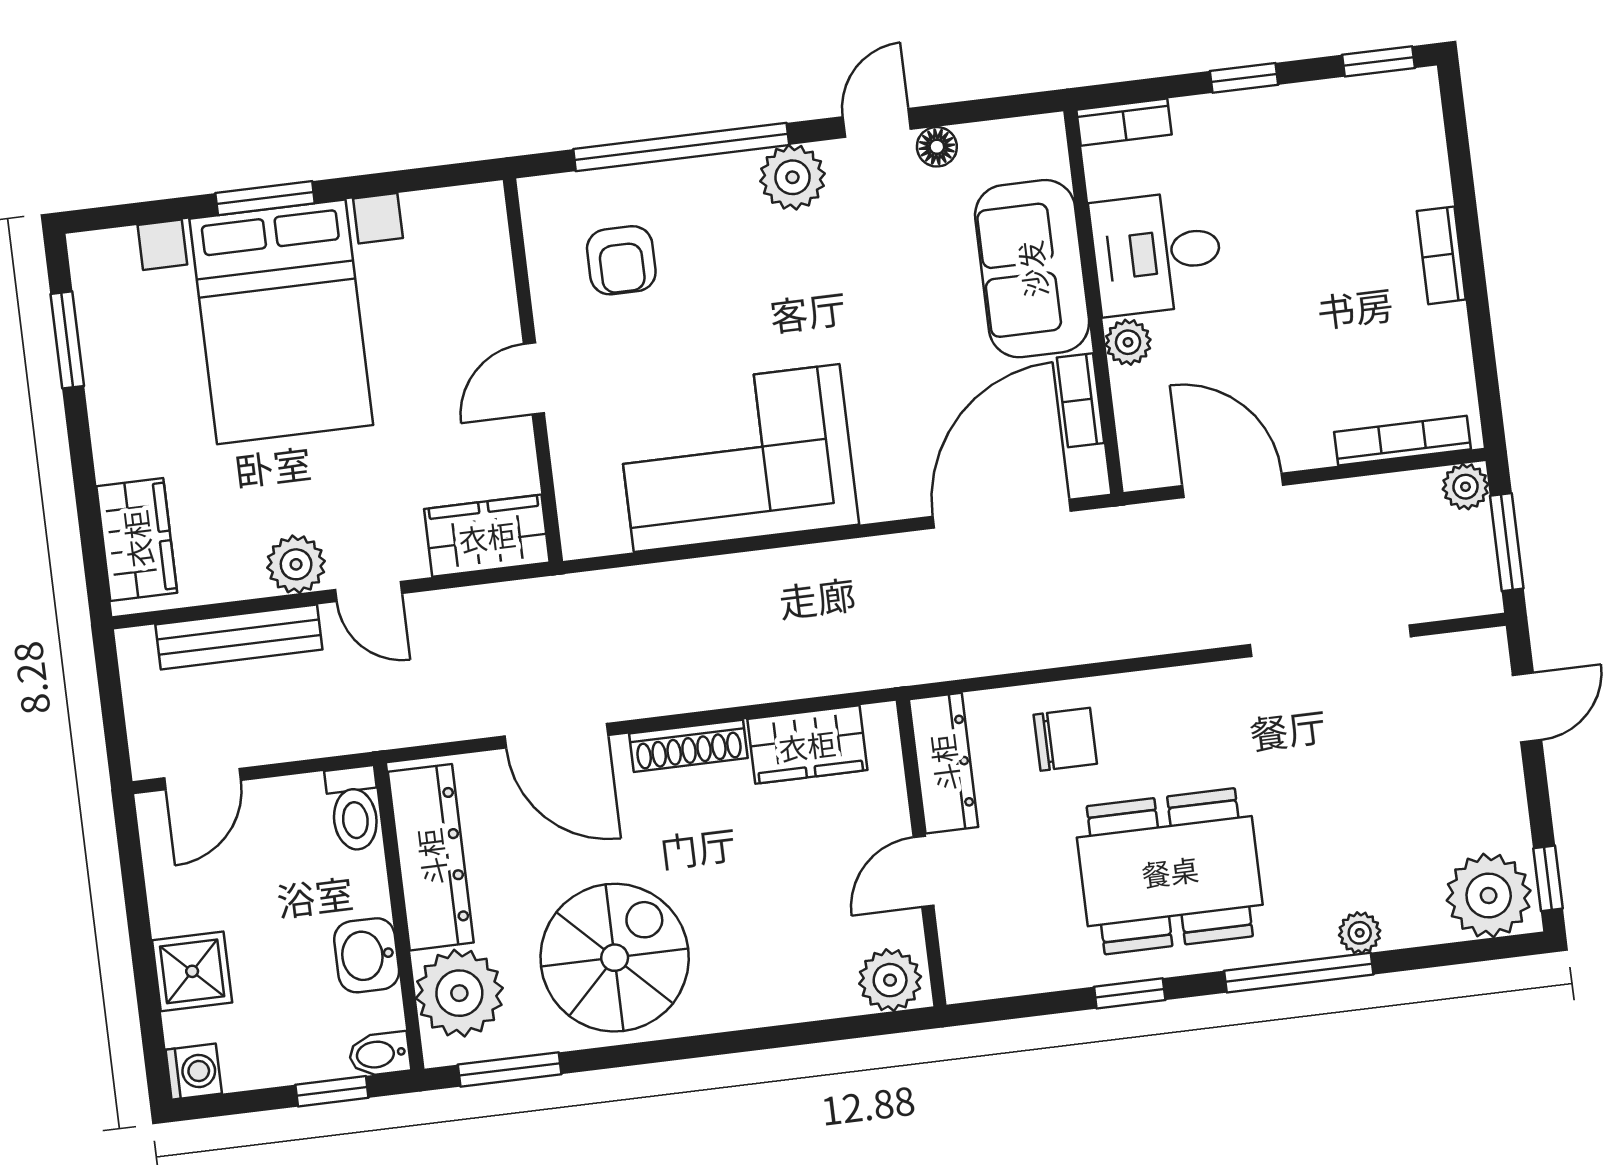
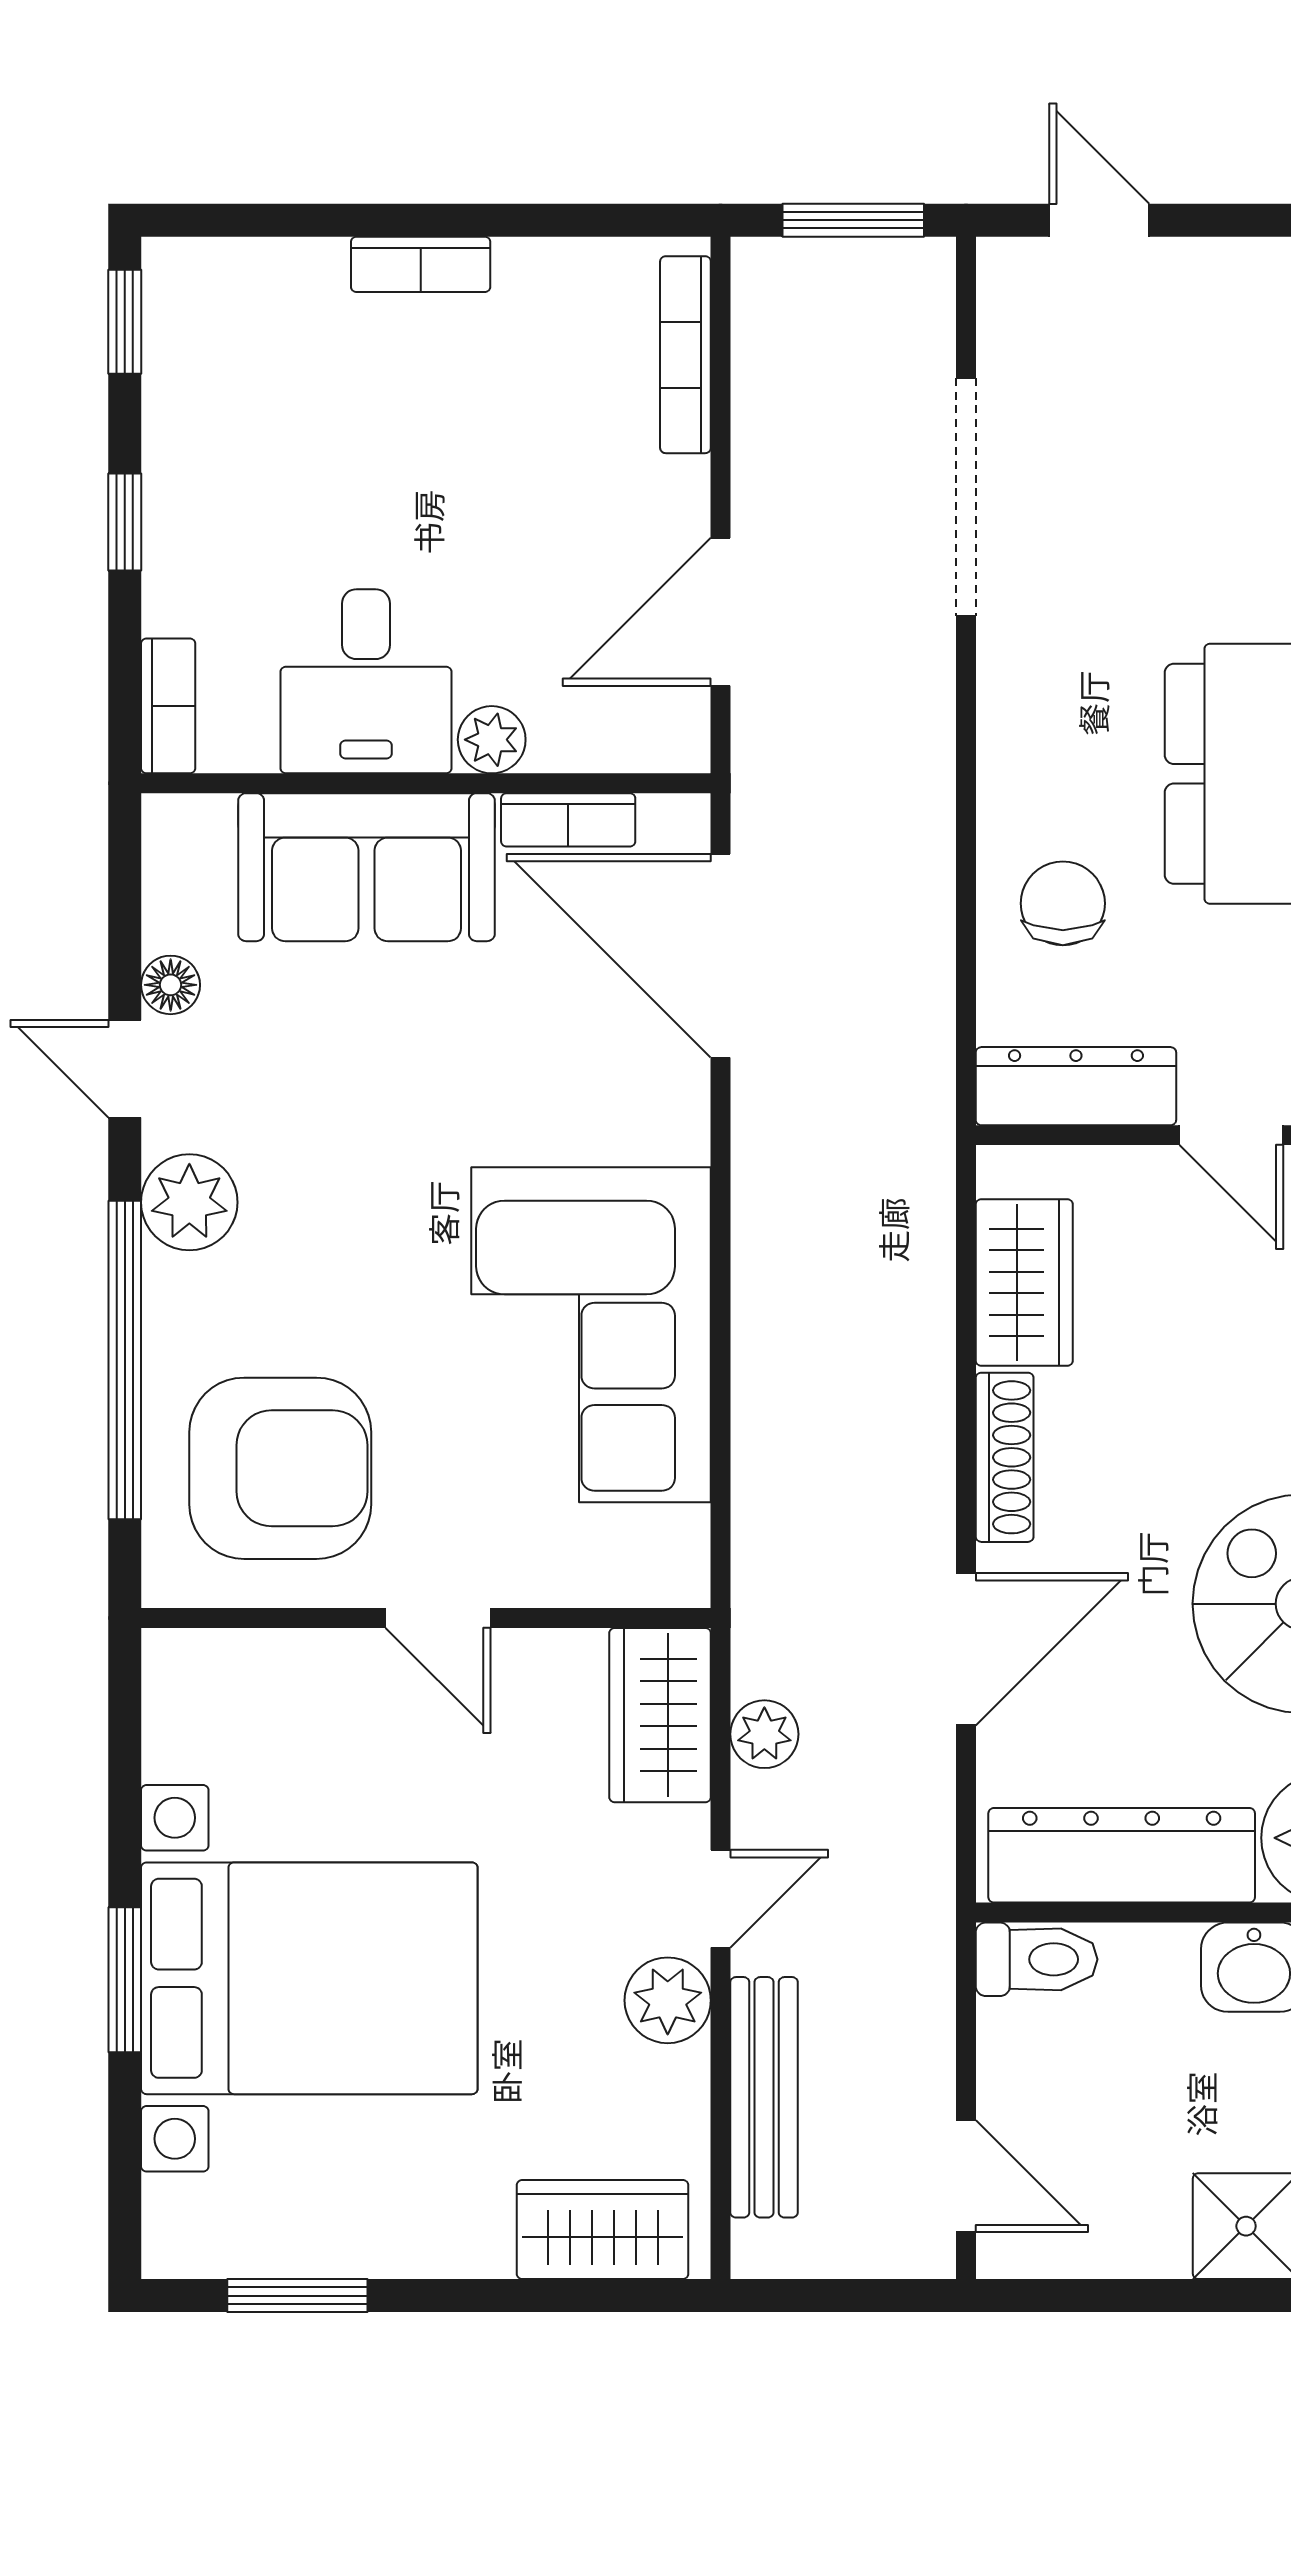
armchair: (621, 260) -> (280, 1468), width x1.88, depth x1.88
plant: (1465, 487) -> (764, 1734), moved

